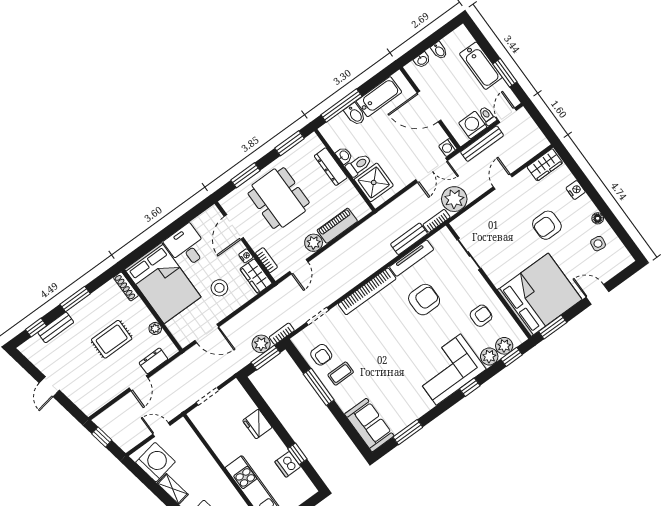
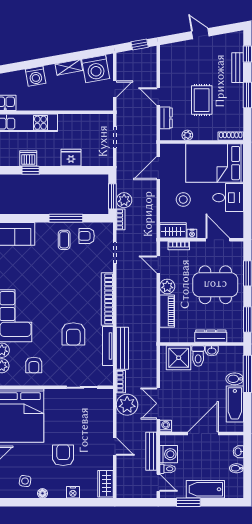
bench: (409, 239) -> (122, 348), width x1.36

